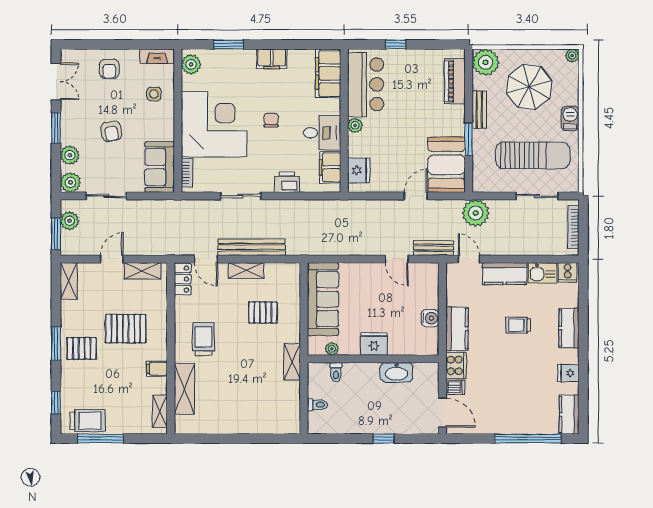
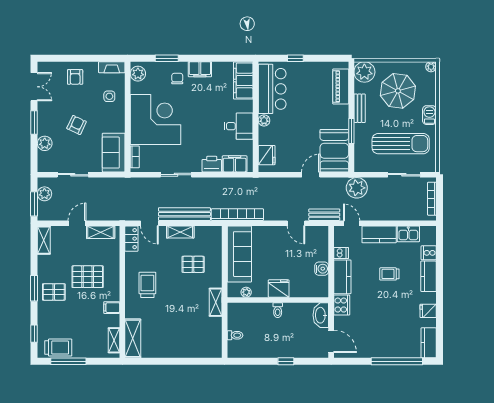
chair: (271, 120) -> (177, 79), moved
armchair: (111, 131) -> (77, 125), turned -146
filing cabinet: (330, 167) -> (235, 164), moved, turned 90
plant: (70, 182) -> (45, 164), removed
bookcase: (320, 248) -> (237, 215), added
cooker: (568, 272) -> (429, 253), moved, turned 90
toilet: (336, 372) -> (278, 310), moved
washbasin: (396, 372) -> (321, 315), moved, turned 90
dishwasher: (455, 387) -> (341, 253), moved
shelving: (184, 389) -> (133, 338), moved

